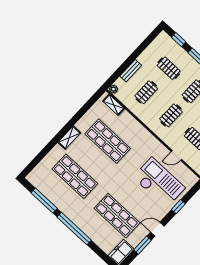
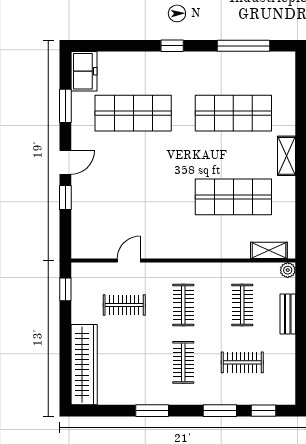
checkout: (159, 183) -> (119, 205), removed
window: (74, 229) -> (172, 46), width x0.32
door: (157, 229) -> (65, 162), moved

